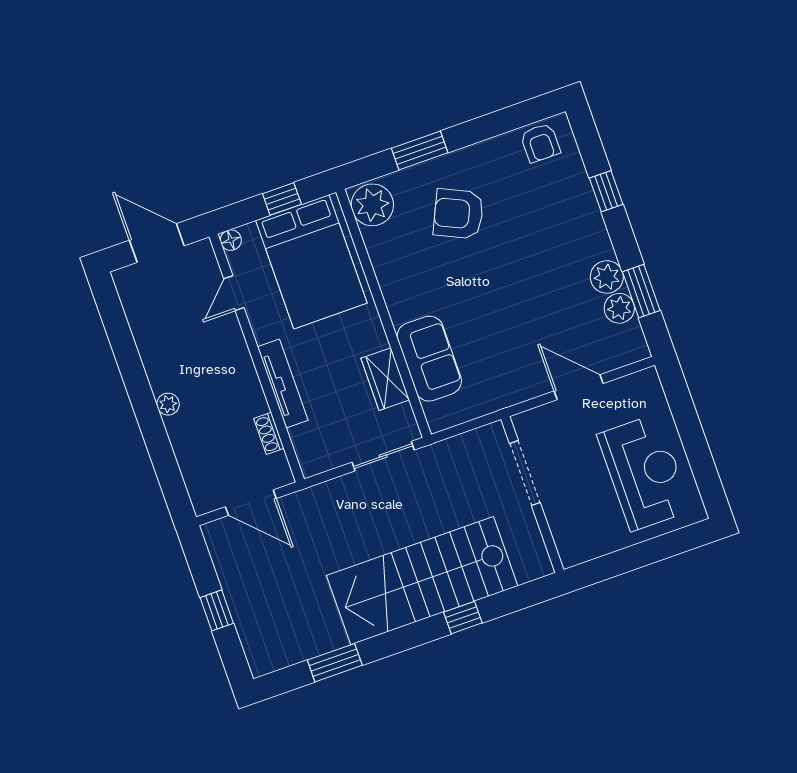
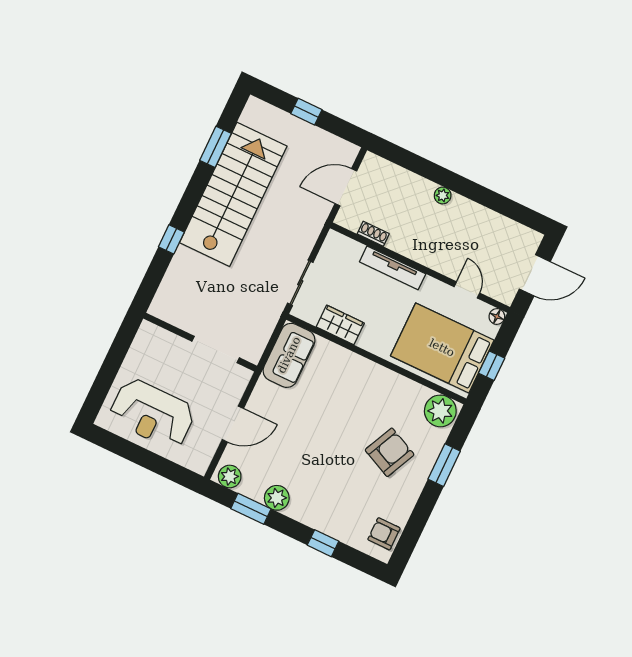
plant: (619, 308) -> (230, 477), moved
sofa: (429, 359) -> (289, 355), moved, turned -90
stairs: (422, 581) -> (233, 194), moved

